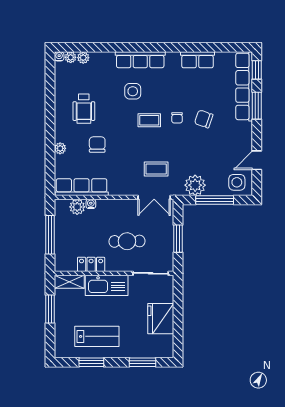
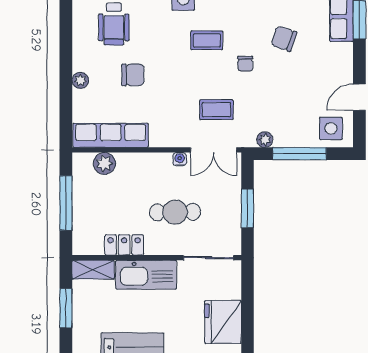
chair: (177, 118) -> (245, 64), moved
chair: (97, 145) -> (133, 75), turned 90
plant: (195, 185) -> (265, 140), width x0.53, depth x0.53
water cooler: (91, 204) -> (180, 159), moved

